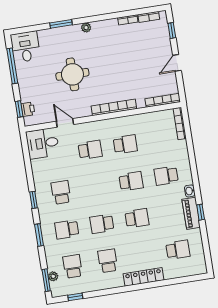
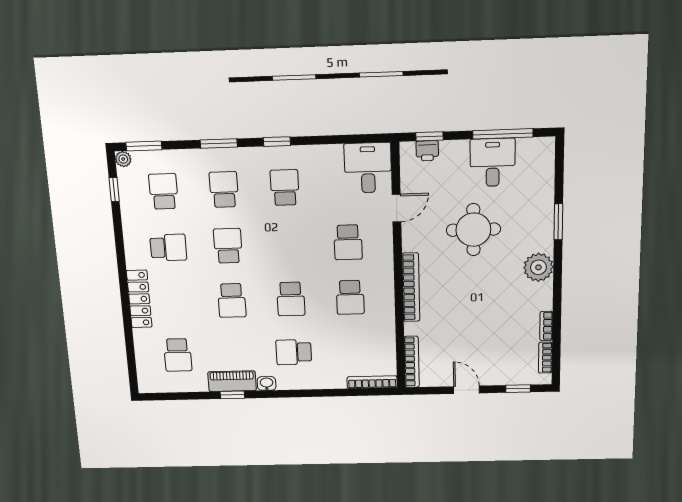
plant: (86, 28) -> (538, 267), width x1.88, depth x1.88
desk: (25, 47) -> (493, 162), moved, turned -90
school desk: (166, 176) -> (294, 352), turned -90
school desk: (61, 192) -> (285, 188), turned -90
school desk: (73, 266) -> (163, 191), turned -90
plant: (53, 276) -> (123, 159), moved

